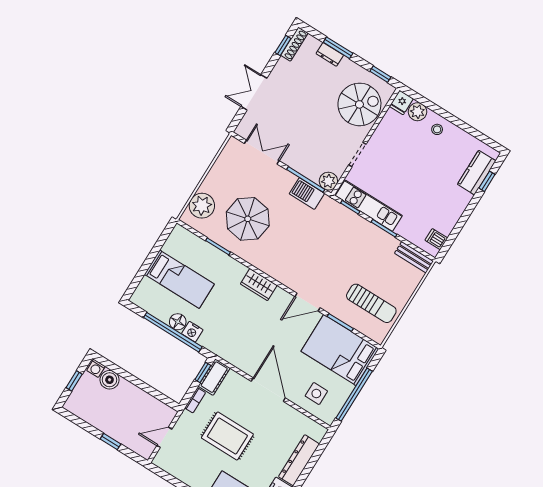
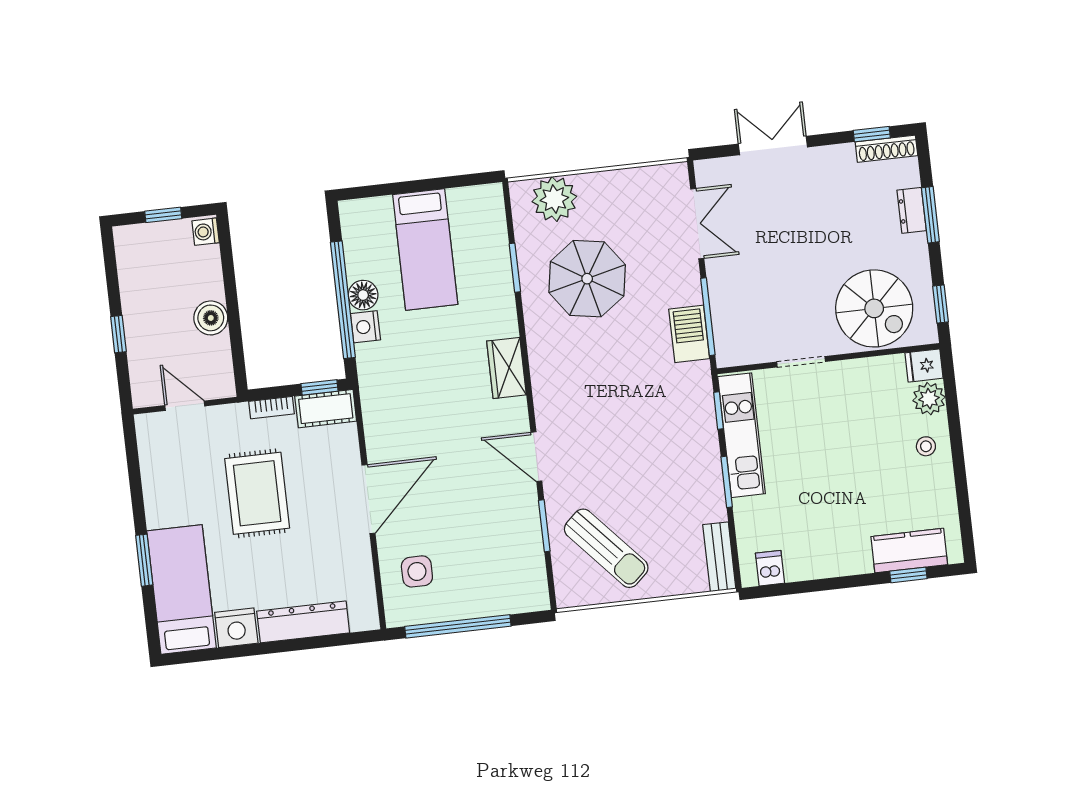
plant: (328, 181) -> (731, 350), removed
sun lounger: (371, 303) -> (606, 548), turned -42
bed: (340, 350) -> (505, 556), removed
boiler: (110, 380) -> (211, 318), moved

